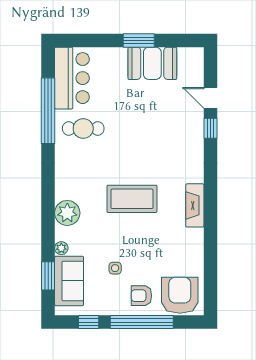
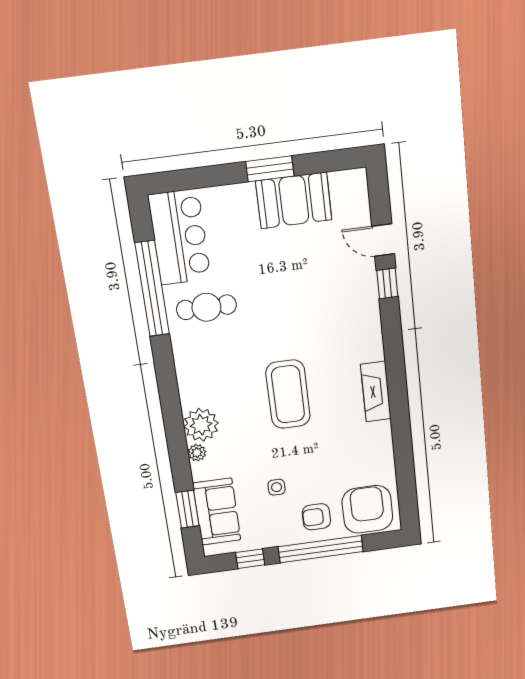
coffee table: (132, 199) -> (288, 394), turned 90
plant: (61, 248) -> (197, 453), moved

